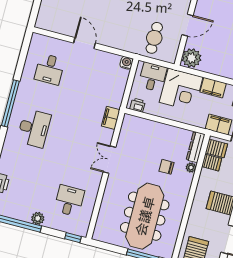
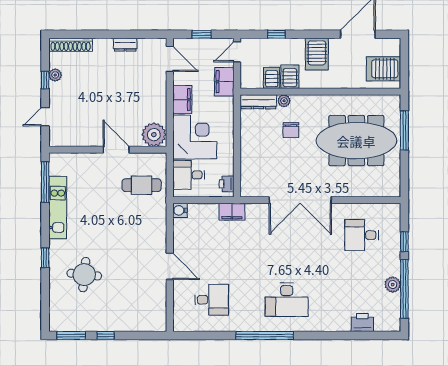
door: (85, 43) -> (170, 266), swing flipped
filing cabinet: (111, 118) -> (232, 212), moved
desk: (34, 128) -> (287, 300), turned 180
server rack: (216, 148) -> (290, 77), moved
double door: (109, 160) -> (300, 200), width x1.87
plant: (38, 218) -> (393, 285), moved
window: (73, 238) -> (404, 242), moved

